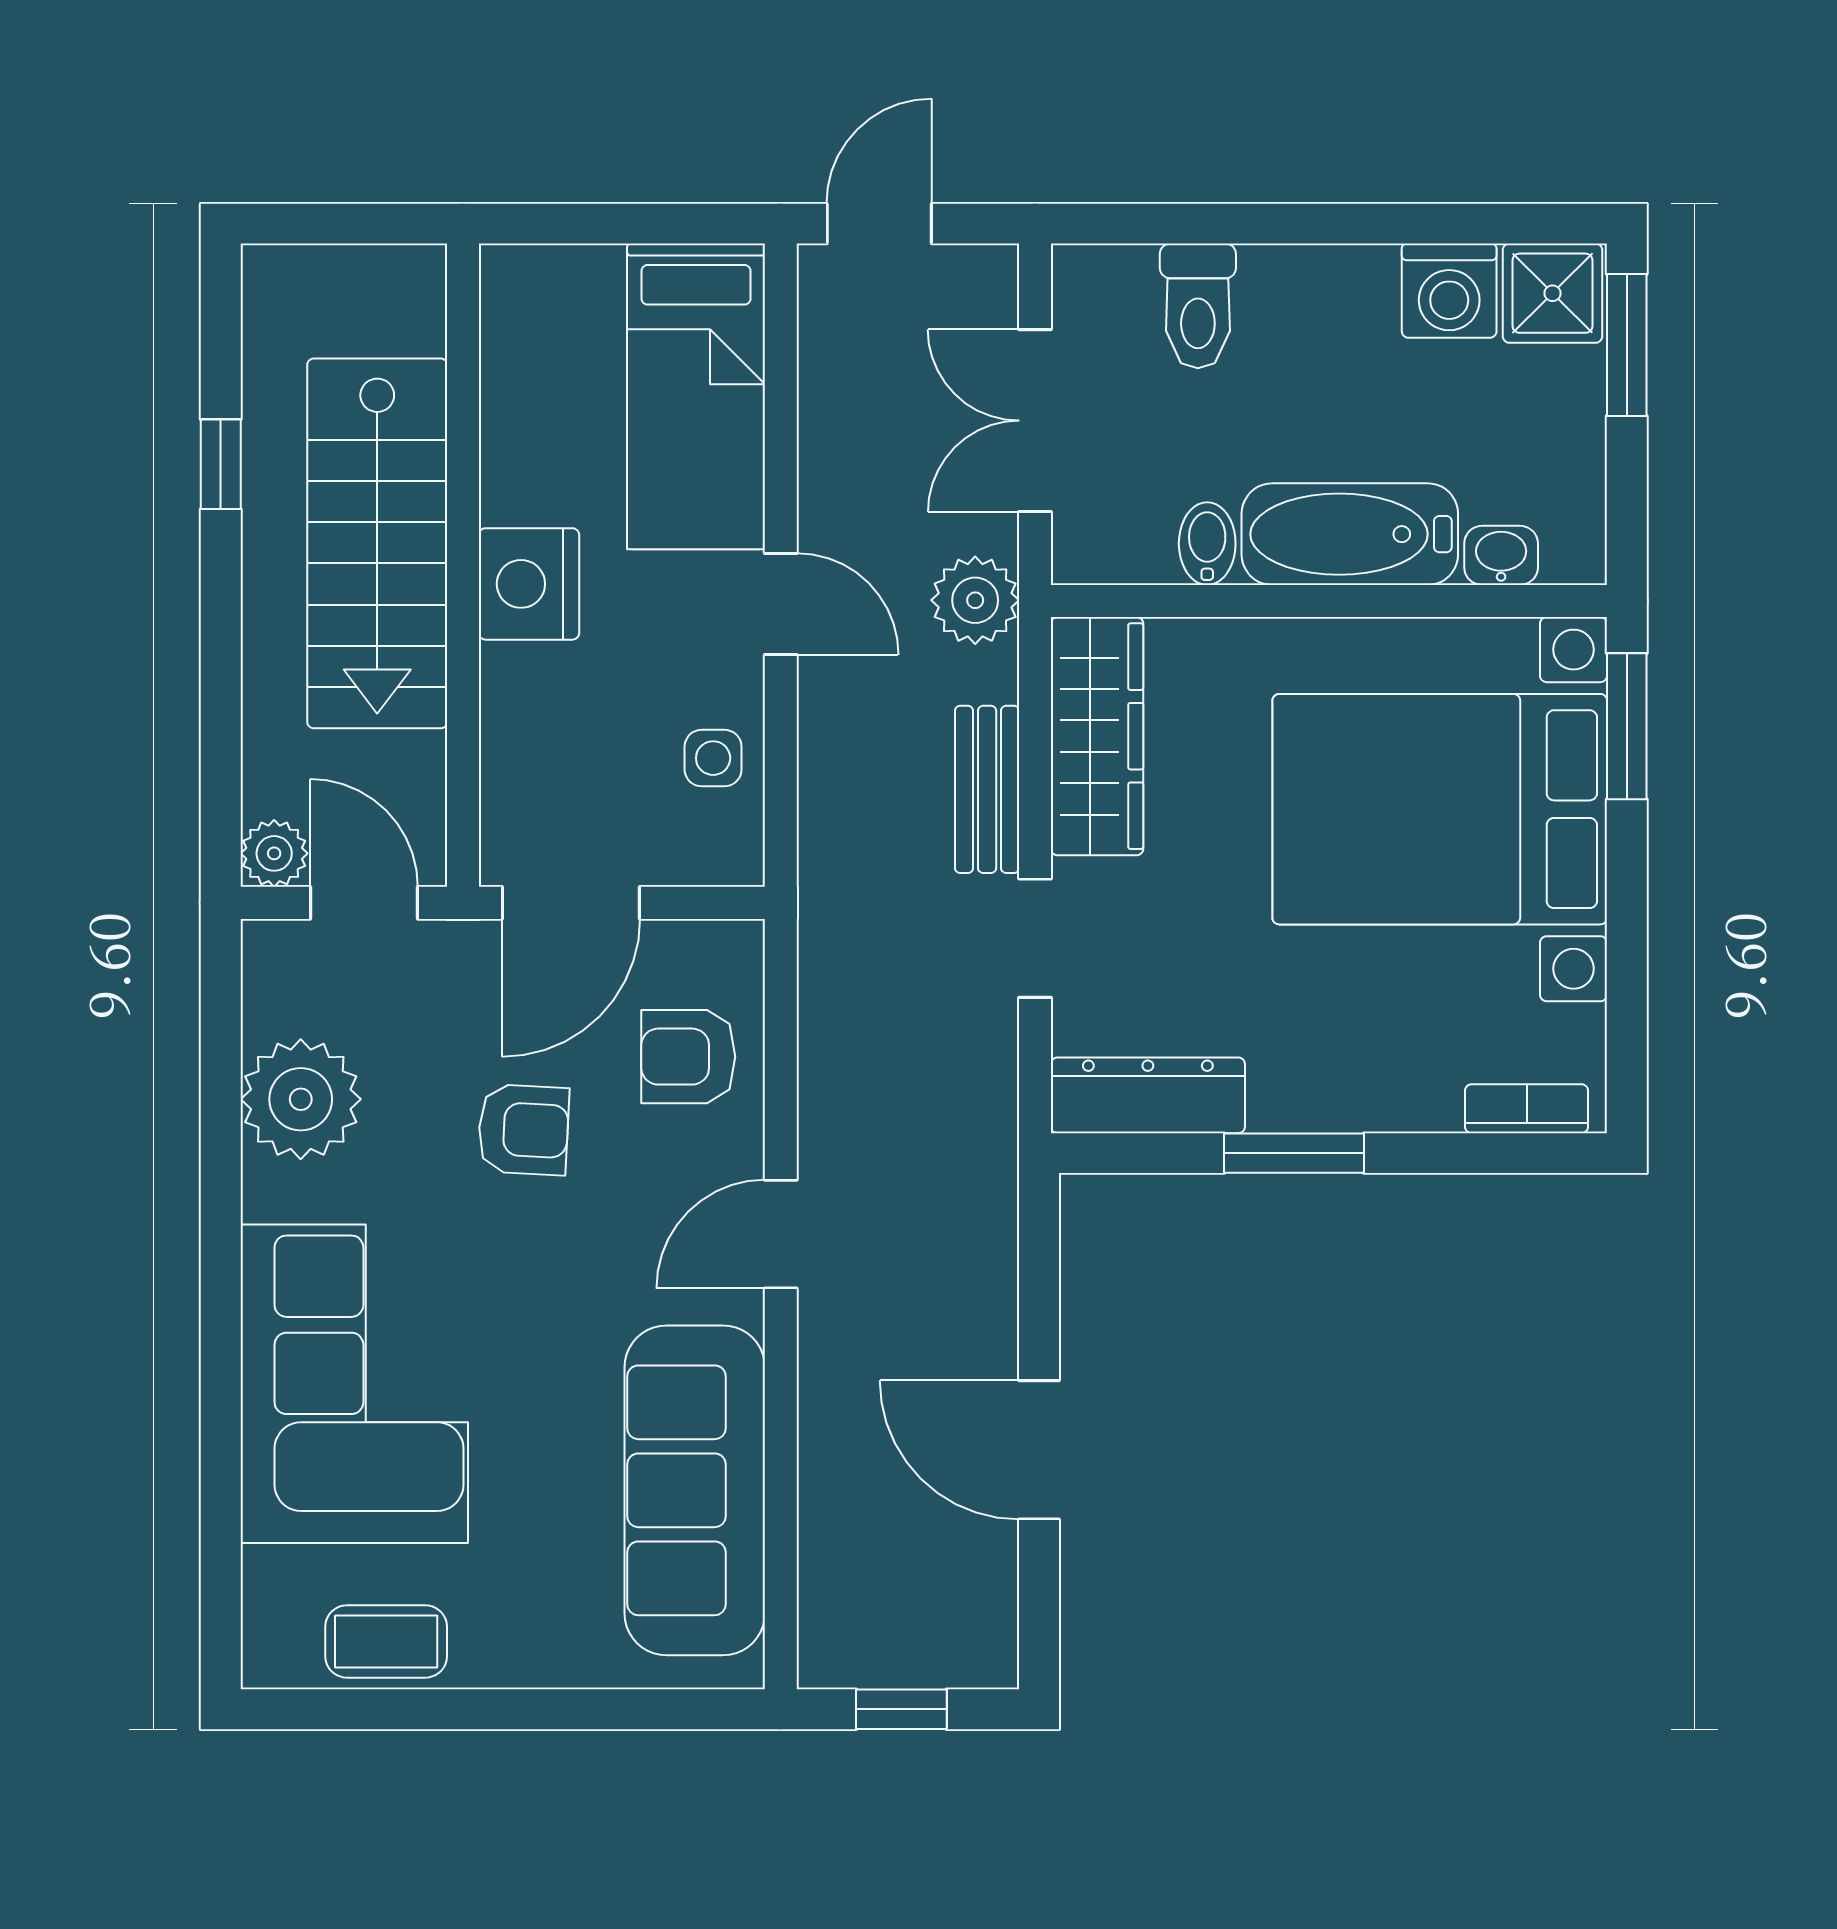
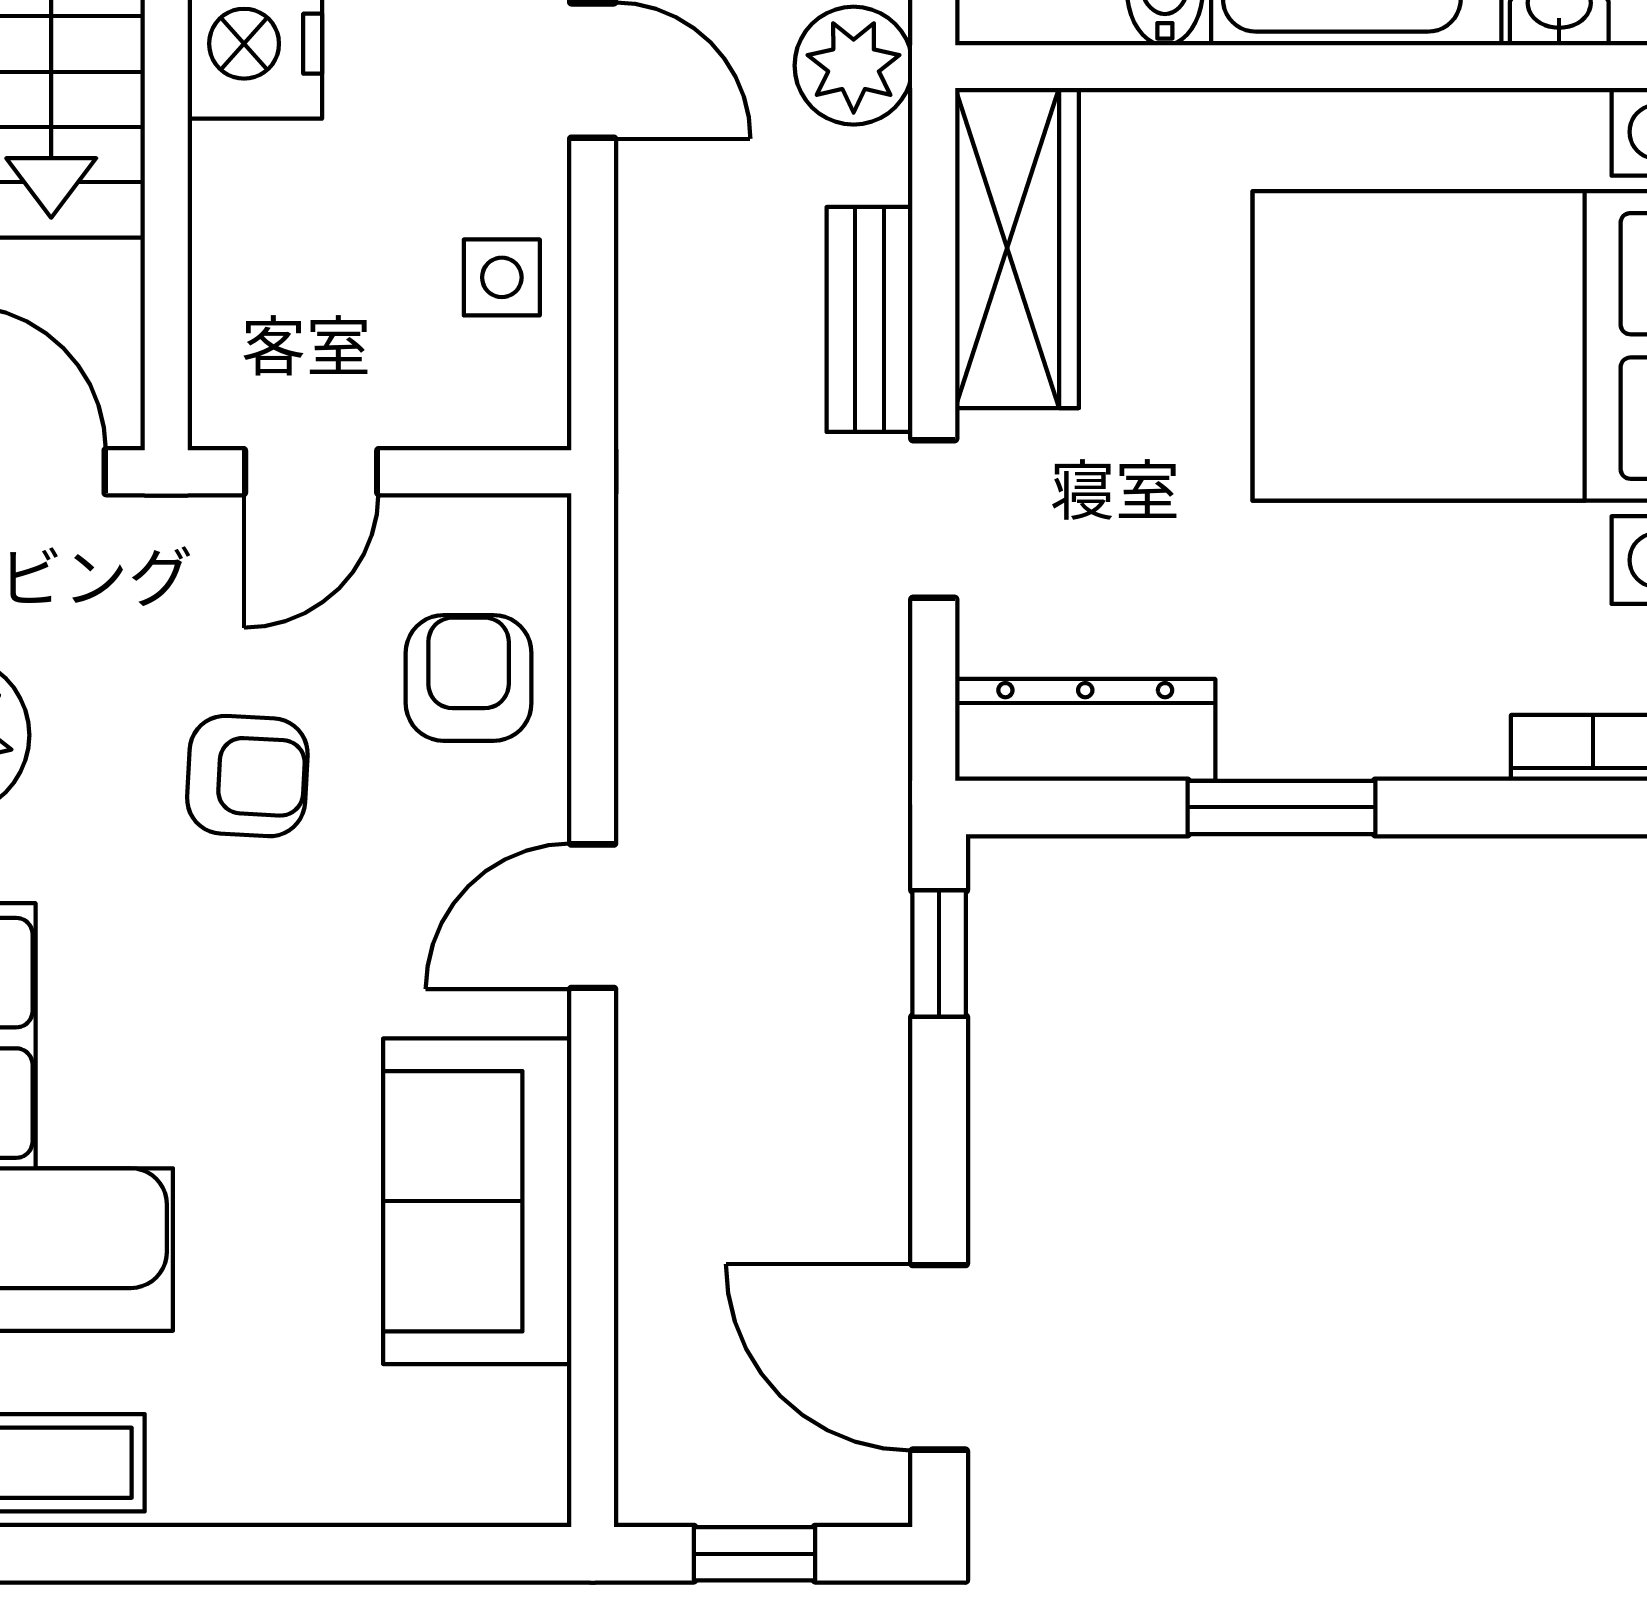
door: (571, 903) -> (311, 472), width x0.73
armchair: (688, 1057) -> (469, 678), turned 90
window: (1039, 1262) -> (939, 954), added
door: (1039, 1450) -> (939, 1357), moved
sofa: (695, 1490) -> (477, 1201), width x0.73

